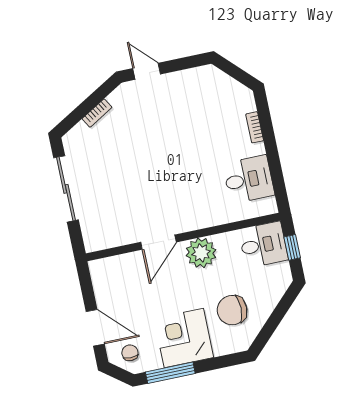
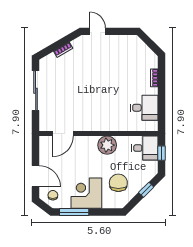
door: (158, 242) -> (63, 134), moved
chair: (232, 310) -> (118, 183), turned 90
window: (280, 312) -> (146, 190), added

